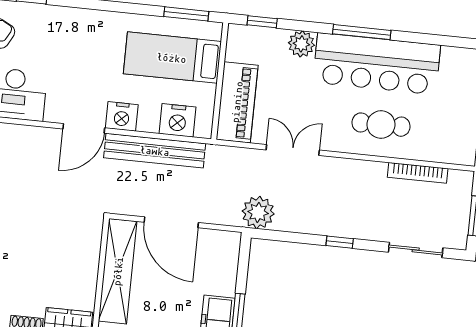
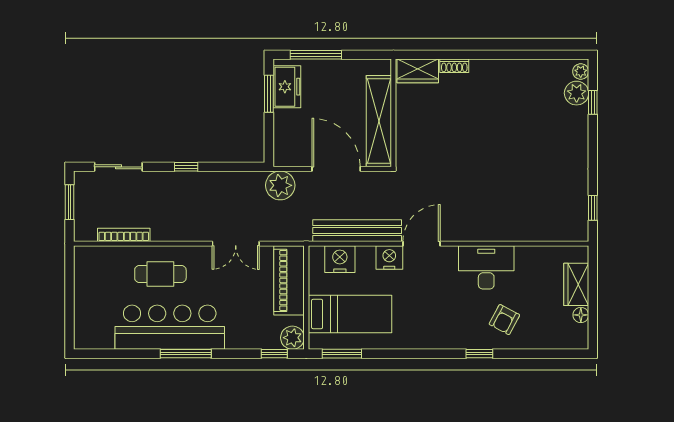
plant: (301, 44) -> (292, 338), moved
plant: (258, 212) -> (280, 185), moved

